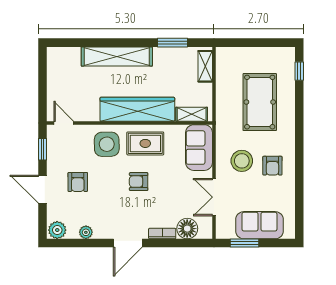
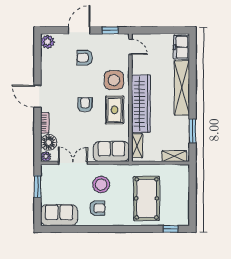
freezer: (64, 57) -> (181, 47), added
pool table: (260, 102) -> (147, 198), turned 90
door: (64, 123) -> (130, 47), hinge flipped
armchair: (272, 166) -> (97, 208), turned 180
sofa: (259, 225) -> (59, 215), moved, turned -90
plant: (86, 232) -> (46, 156), moved

